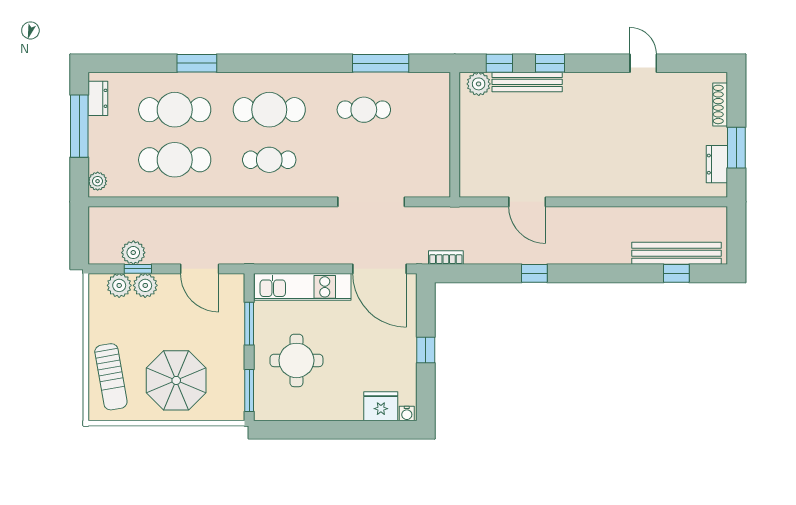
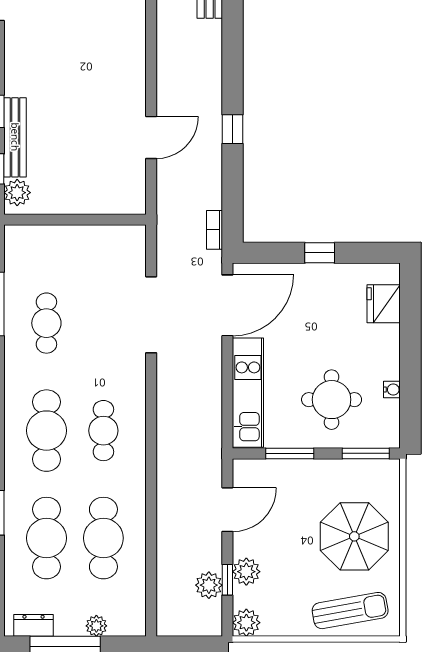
plant: (98, 181) -> (96, 626), moved
plant: (119, 285) -> (246, 623), moved
water cooler: (407, 414) -> (392, 390), moved

